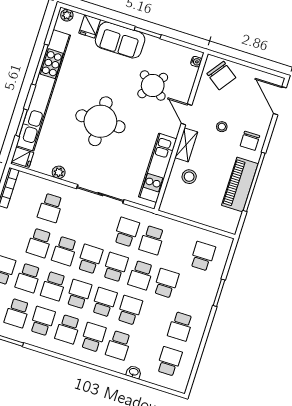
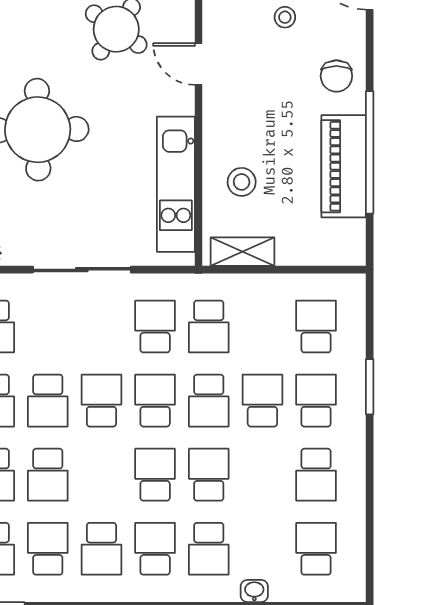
stool: (222, 127) -> (285, 17), moved
shelving: (186, 145) -> (242, 252), moved, turned 90
school desk: (79, 294) -> (316, 401), moved

